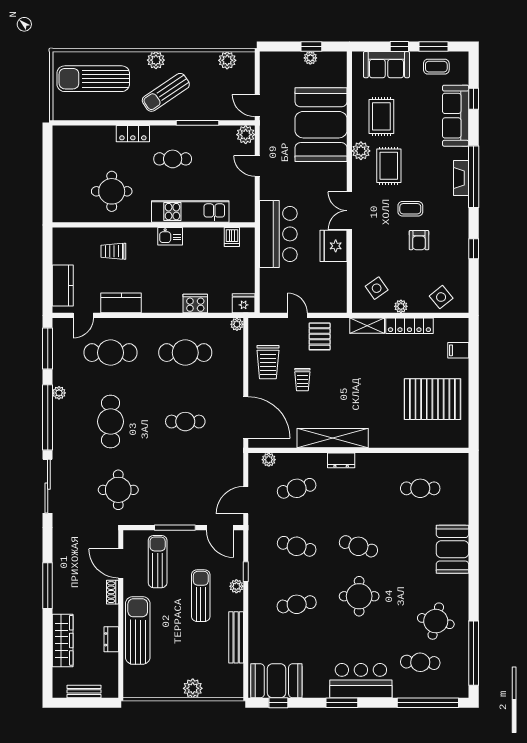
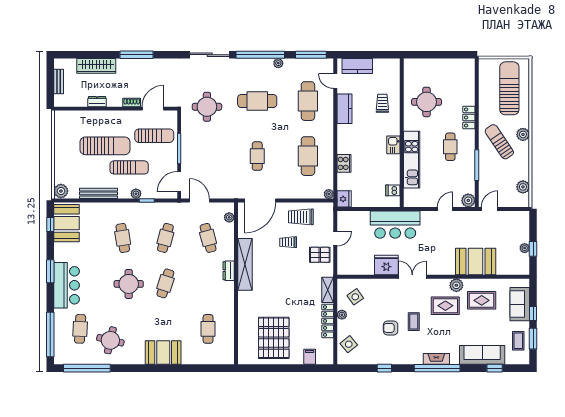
booth: (321, 125) -> (476, 262), width x0.73, depth x0.70
sun lounger: (138, 630) -> (105, 146), moved
plant: (193, 688) -> (61, 191), moved

